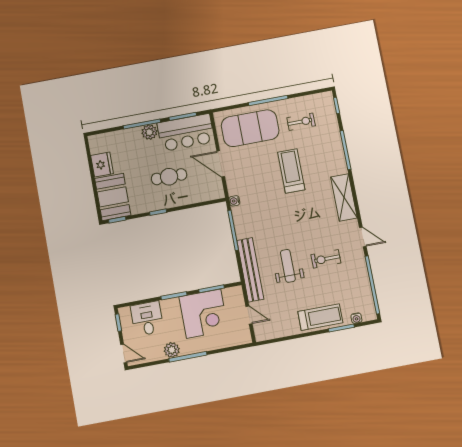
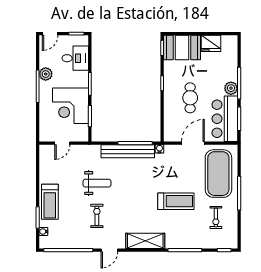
bench: (250, 270) -> (128, 151), moved

